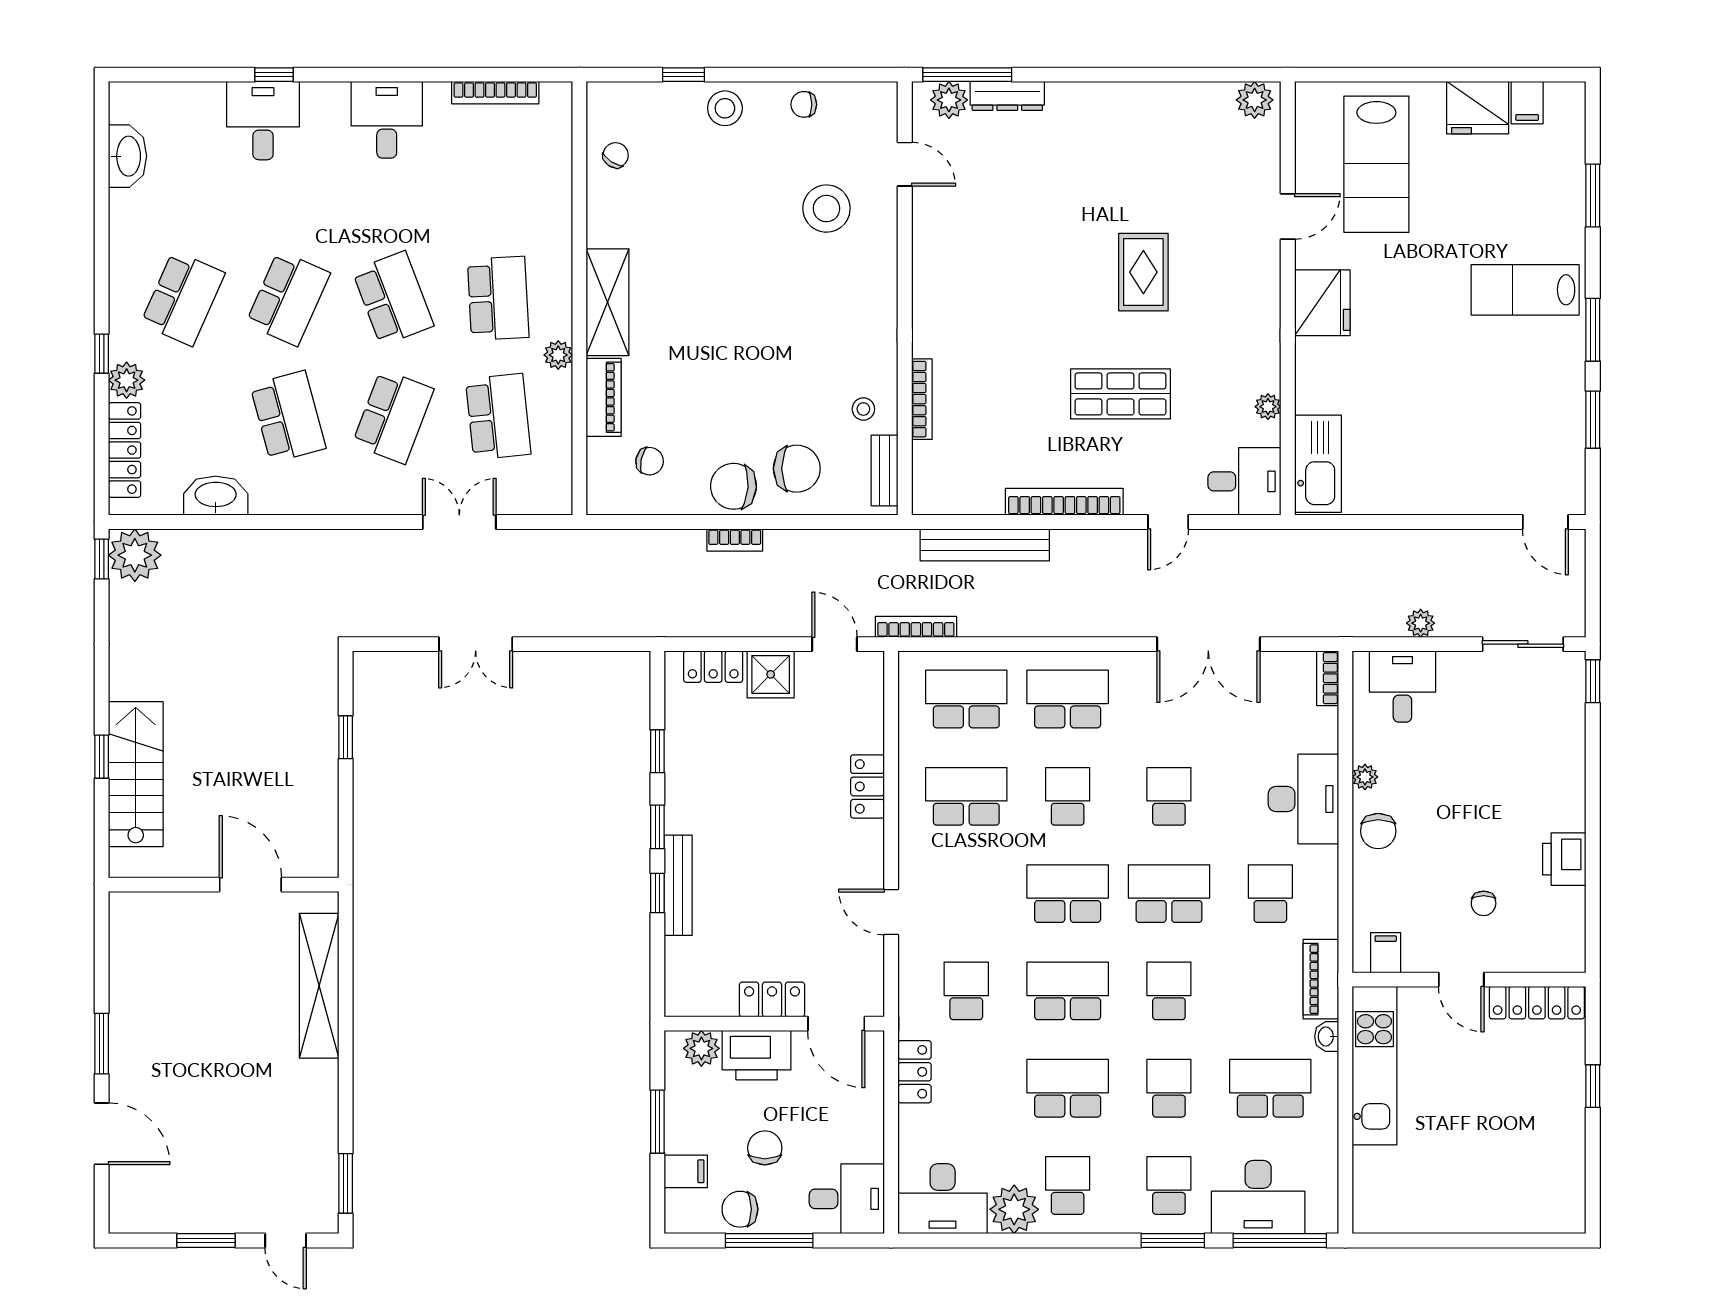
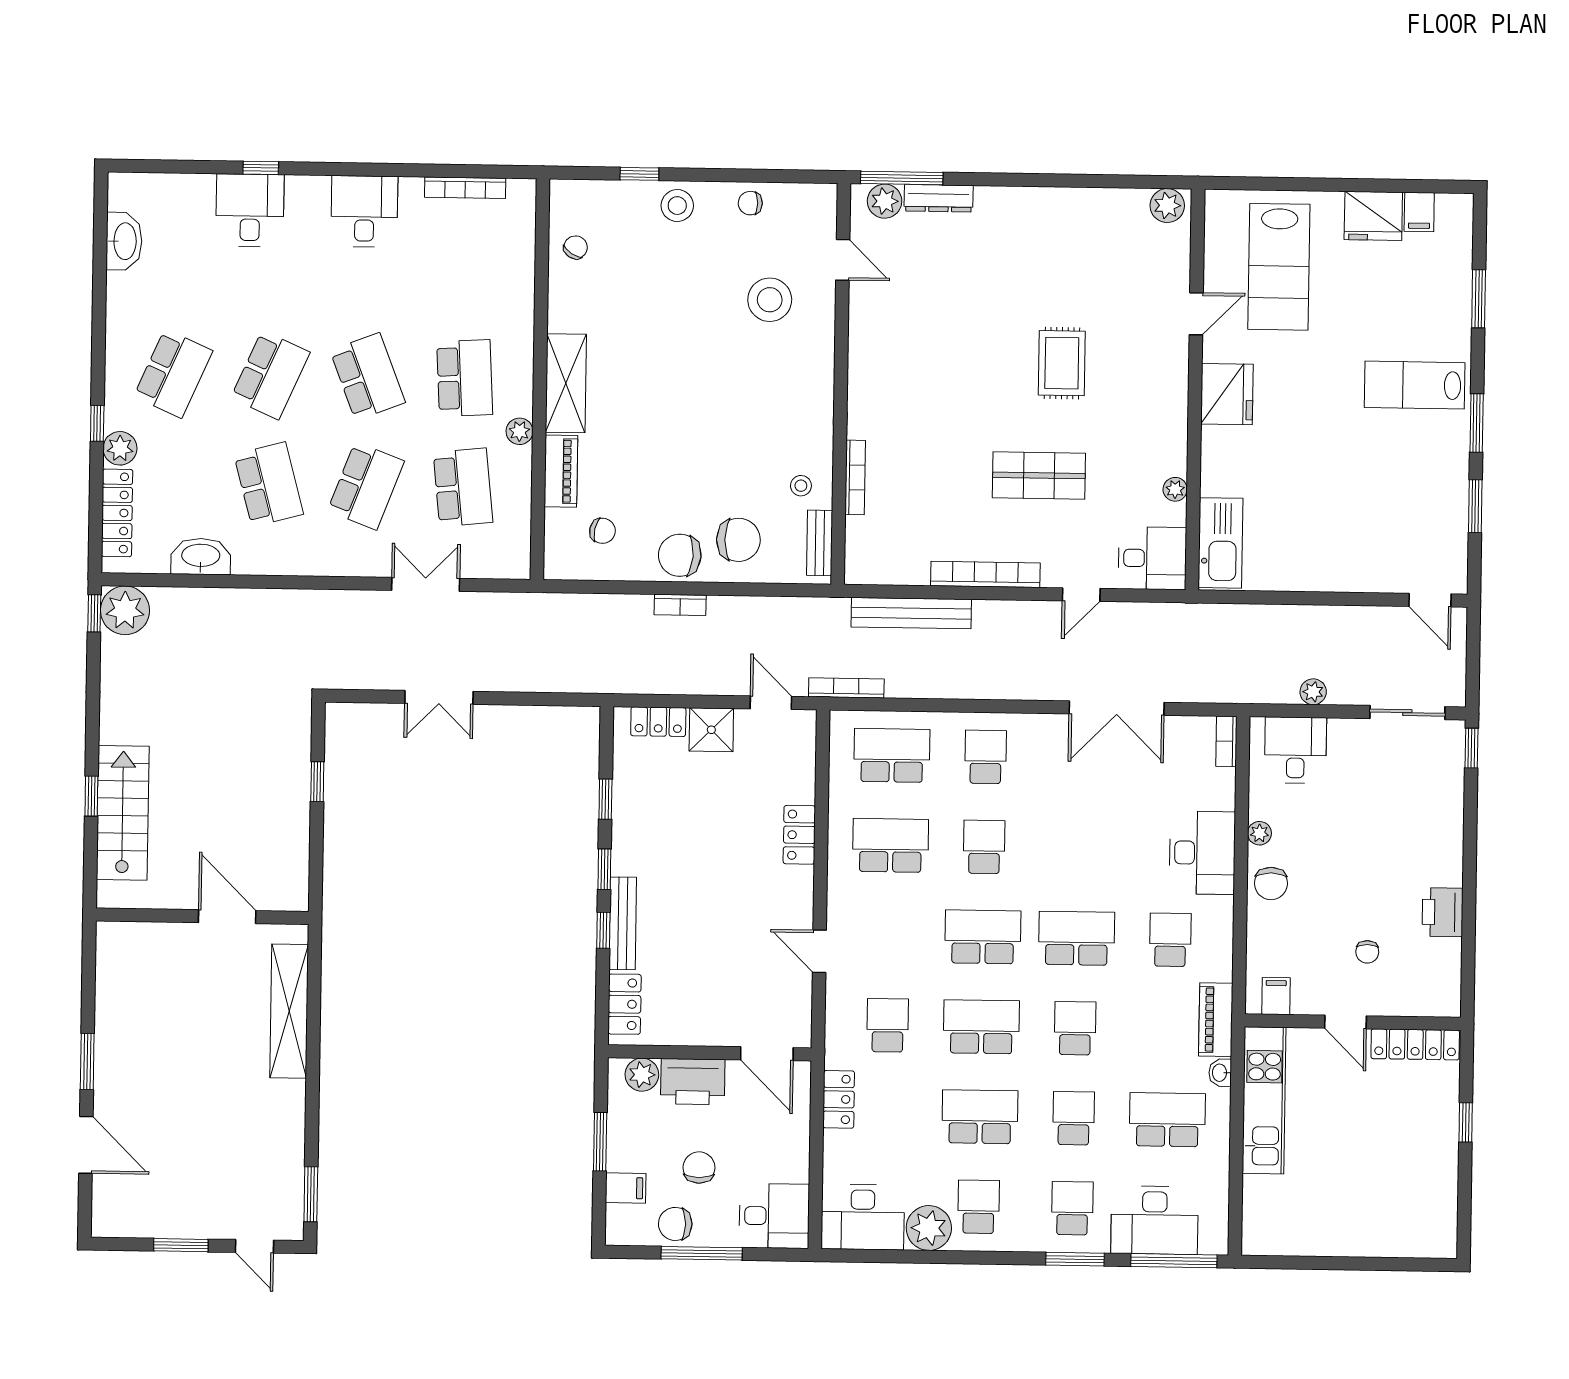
school desk: (1068, 699) -> (986, 757), width x0.54
school desk: (1169, 796) -> (1078, 848), removed
locker: (772, 999) -> (625, 1004), moved, turned 90

